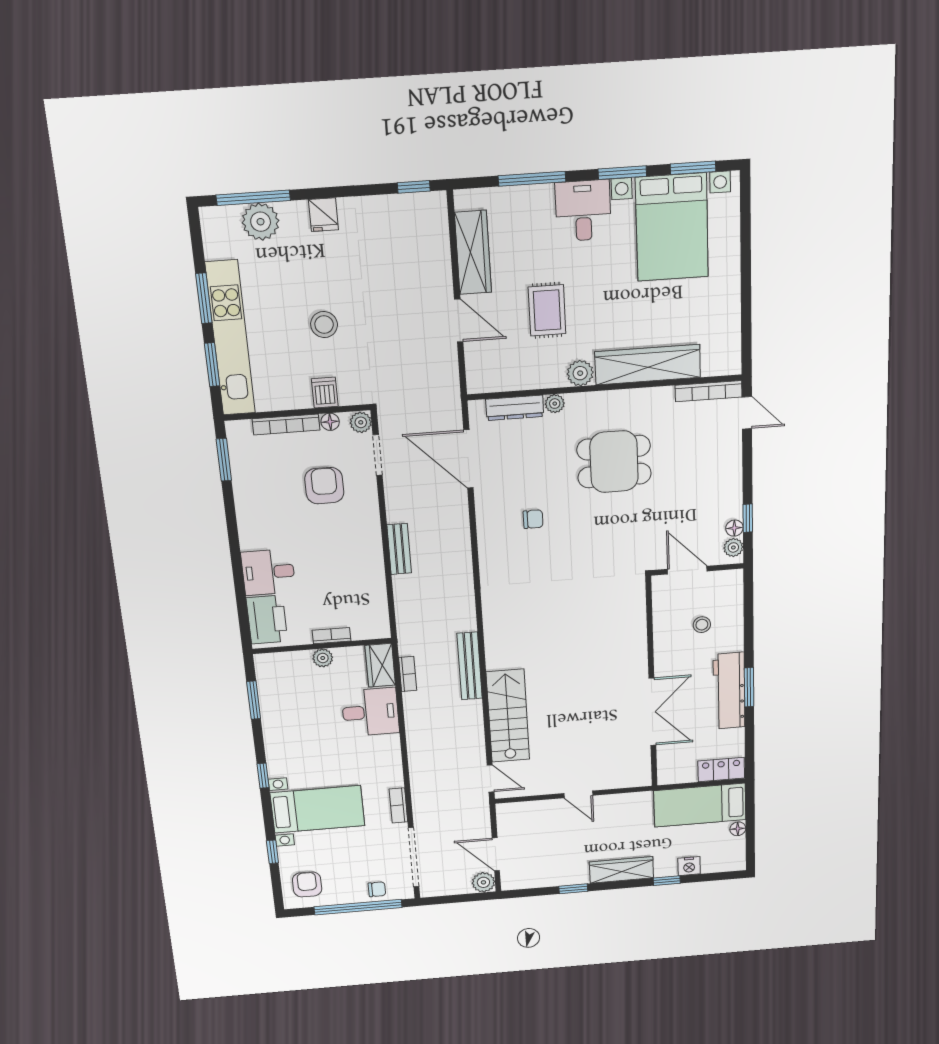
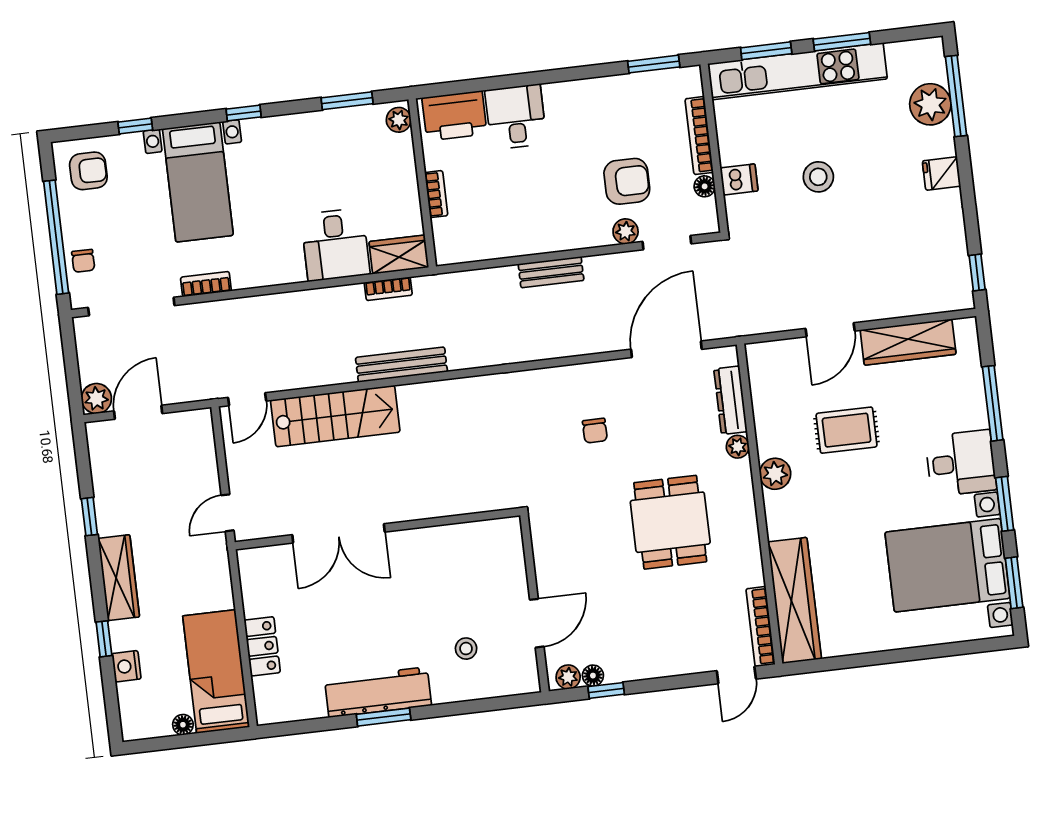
wardrobe: (648, 365) -> (795, 600), moved
plant: (361, 422) -> (626, 231), moved
plant: (323, 658) -> (399, 120), moved
wall: (651, 683) -> (378, 529), moved
double door: (652, 712) -> (338, 533), moved
locker: (721, 770) -> (262, 646), moved

